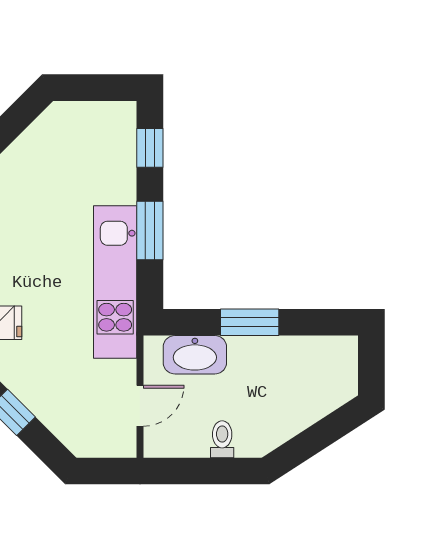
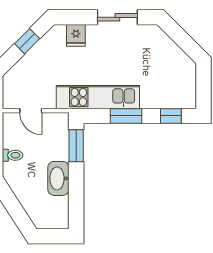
window: (250, 322) -> (76, 146), moved
washbasin: (195, 355) -> (58, 178), moved

